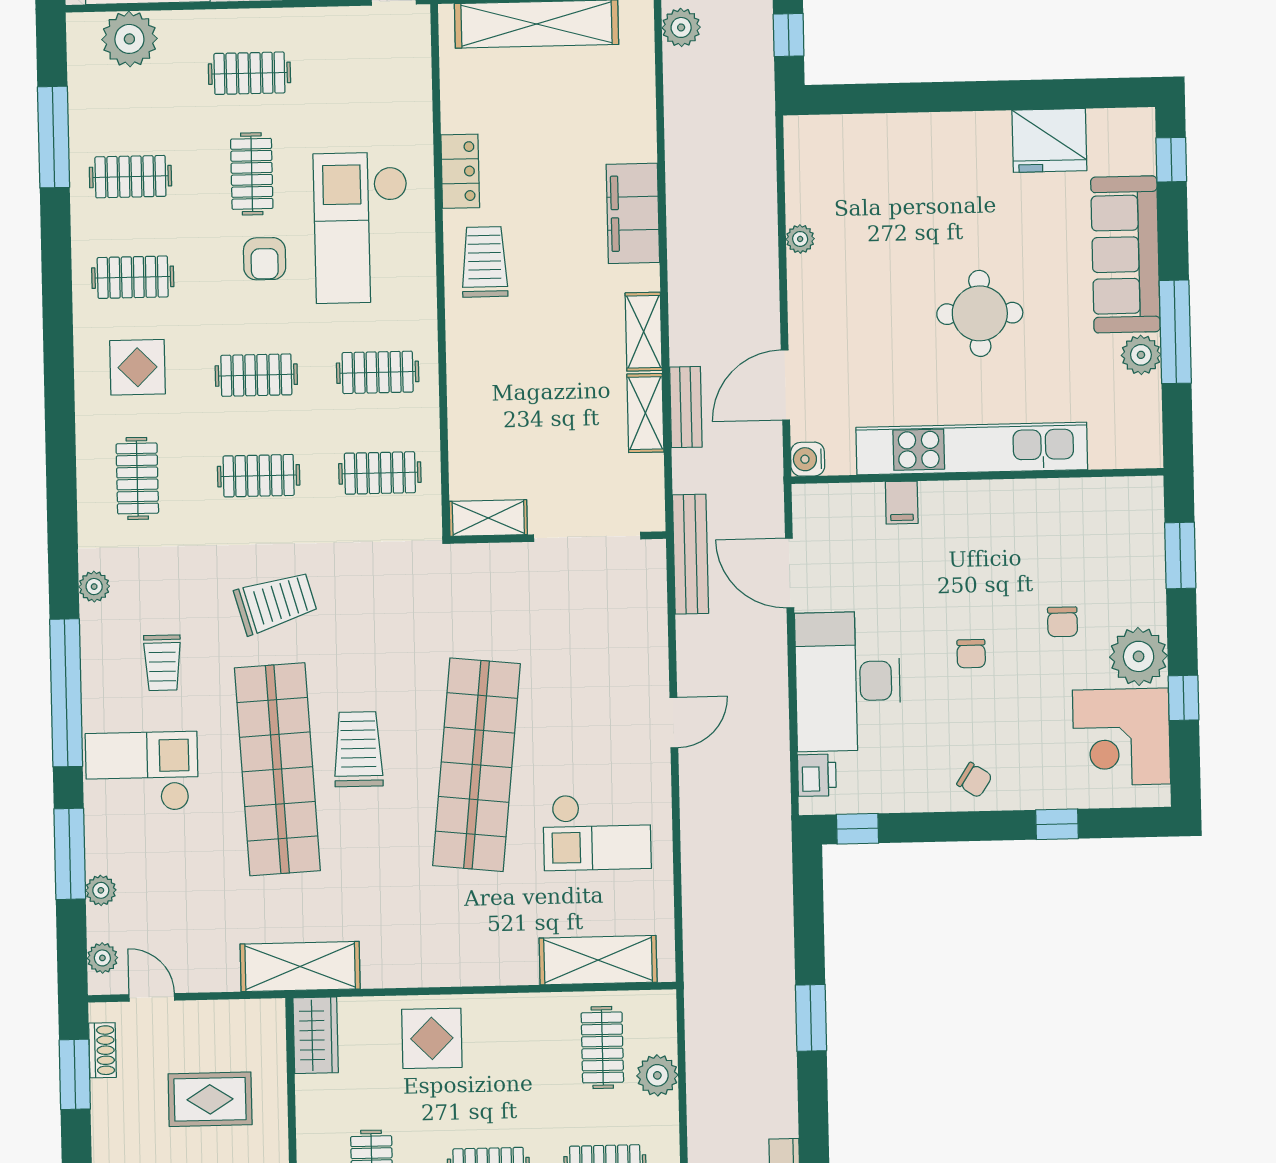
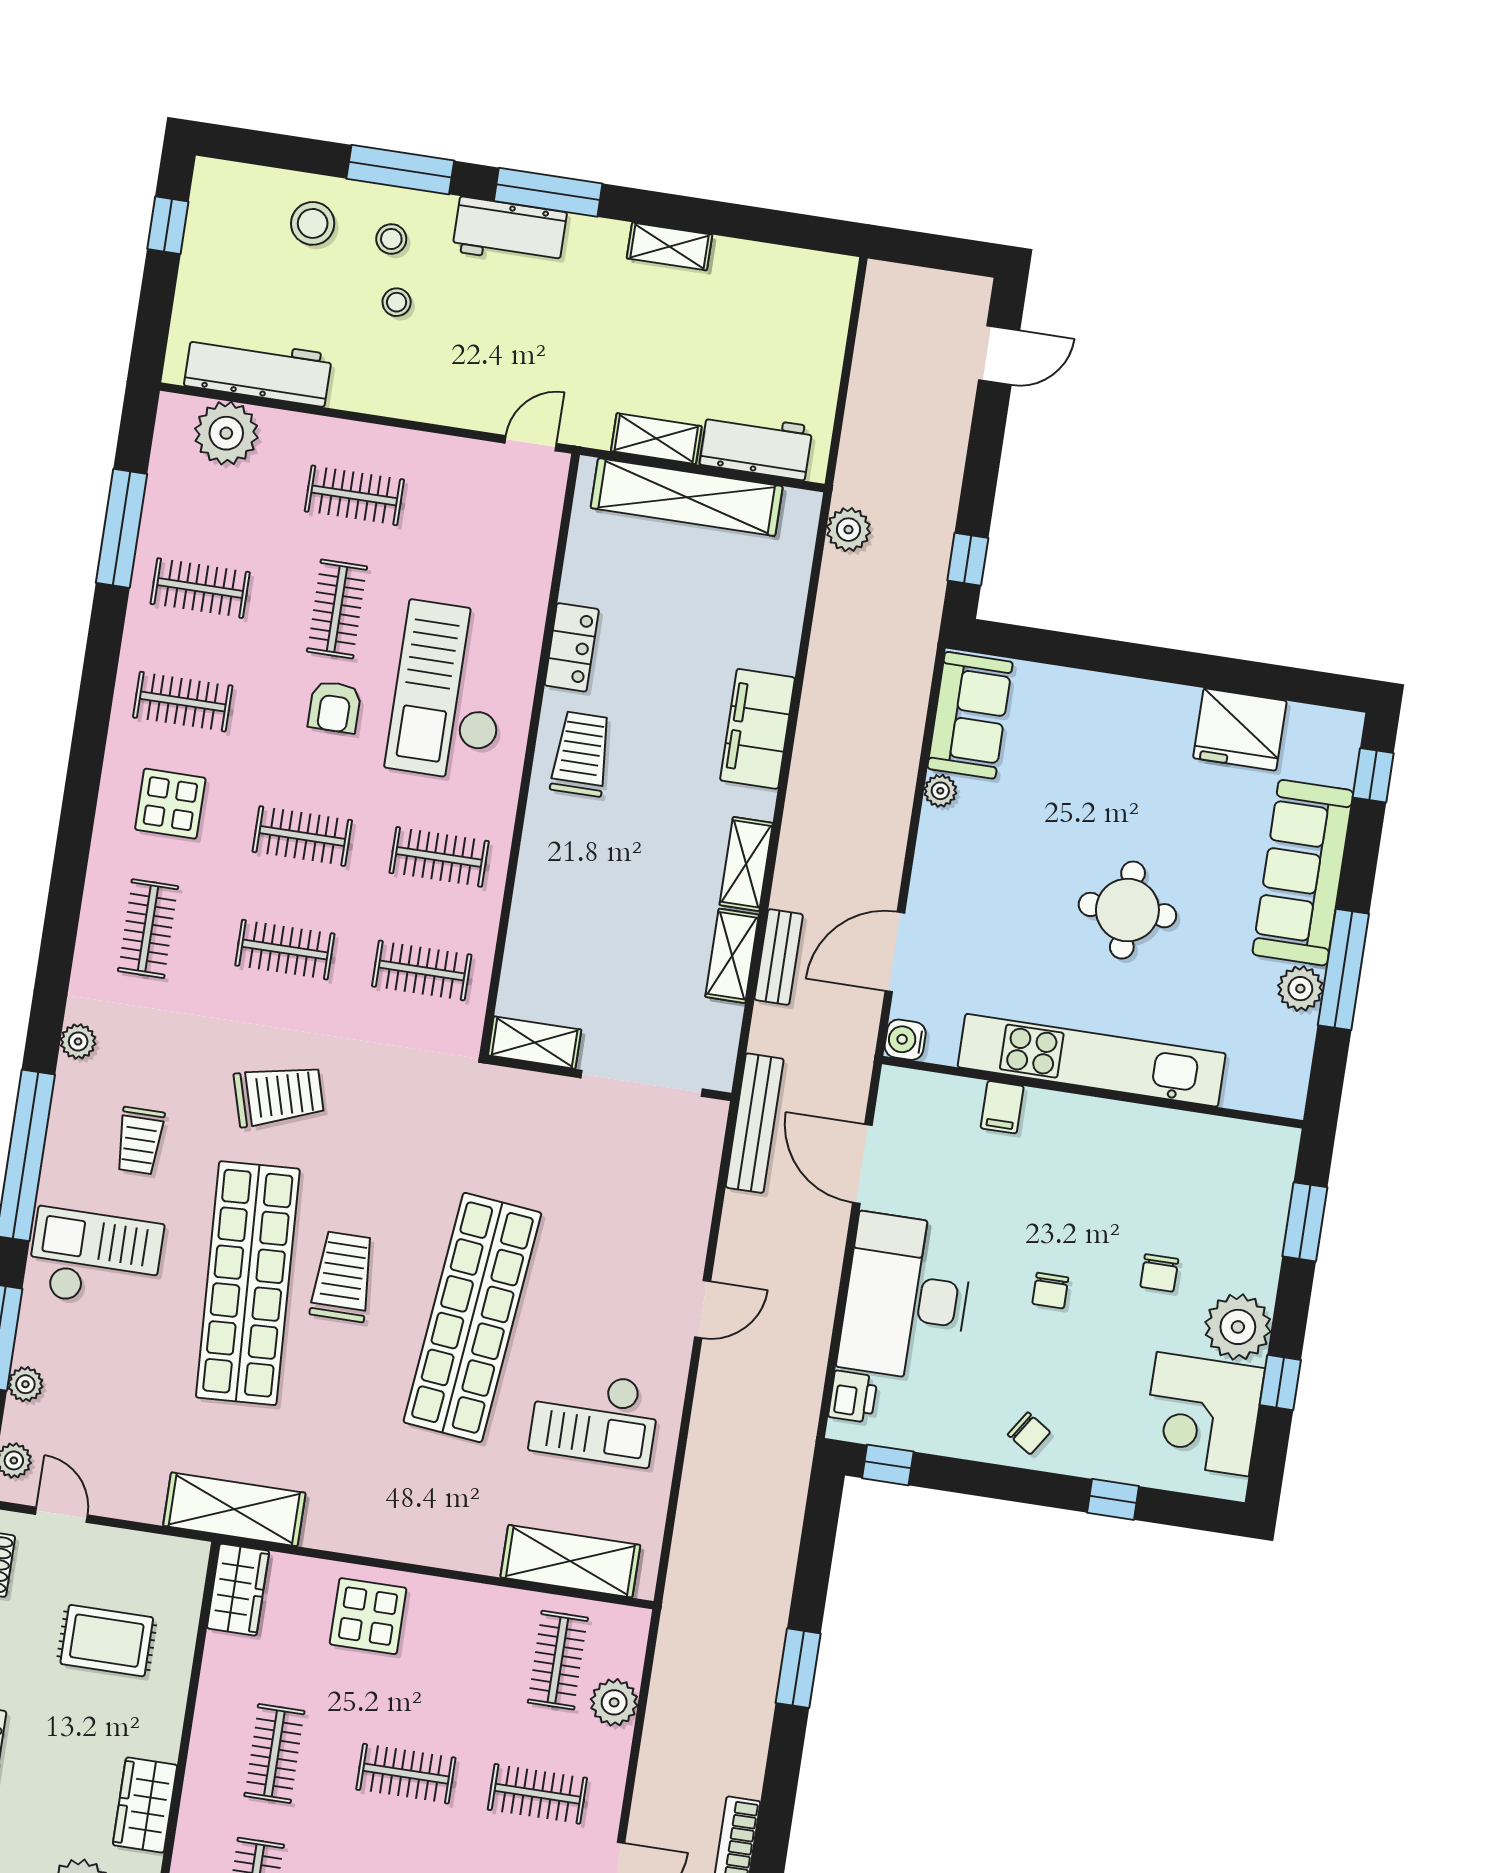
sofa: (814, 169) -> (970, 715), added

